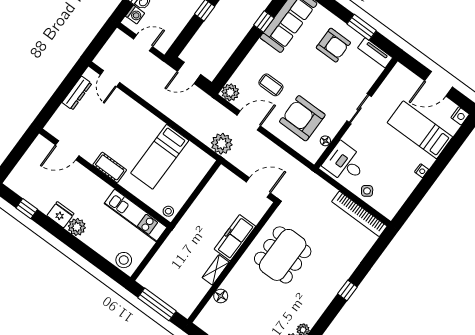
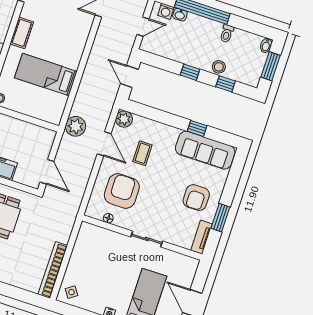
door: (143, 43) -> (143, 27), hinge flipped
desk: (345, 163) -> (94, 242), removed
side table: (367, 191) -> (71, 292), moved

